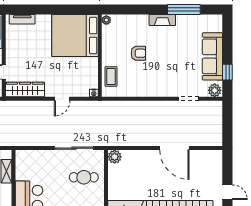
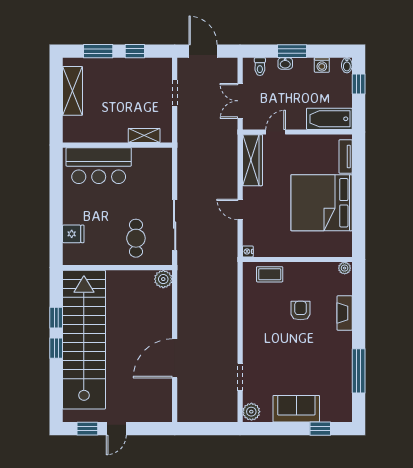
fireplace: (162, 20) -> (345, 313), moved
bed: (75, 36) -> (322, 203), moved, turned -90
armchair: (138, 53) -> (301, 311), turned 180
sofa: (212, 56) -> (296, 409), width x0.73
window: (227, 72) -> (320, 429), moved

